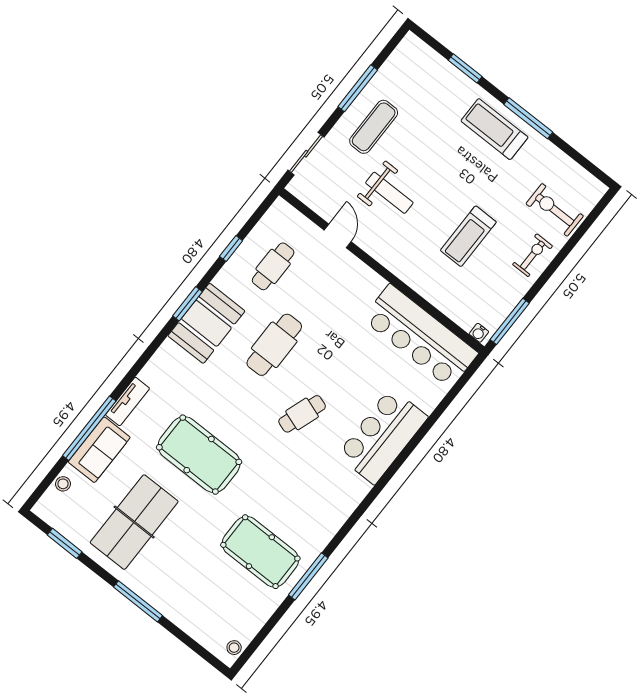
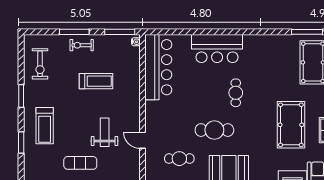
window: (528, 118) -> (21, 96), width x0.69
treadmill: (494, 129) -> (45, 126), moved
exercise bike: (555, 210) -> (40, 64), moved
door: (338, 236) -> (143, 140), hinge flipped
window: (559, 259) -> (74, 32), added
cafe table: (302, 414) -> (236, 93), turned 71

